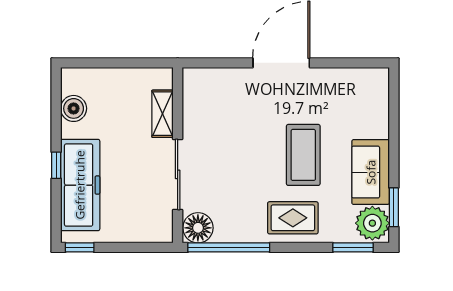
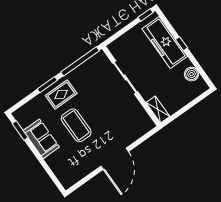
shelving: (163, 114) -> (158, 109), moved
plant: (372, 223) -> (25, 117), removed
floor lamp: (198, 228) -> (100, 60), removed
window: (353, 247) -> (47, 85), moved

